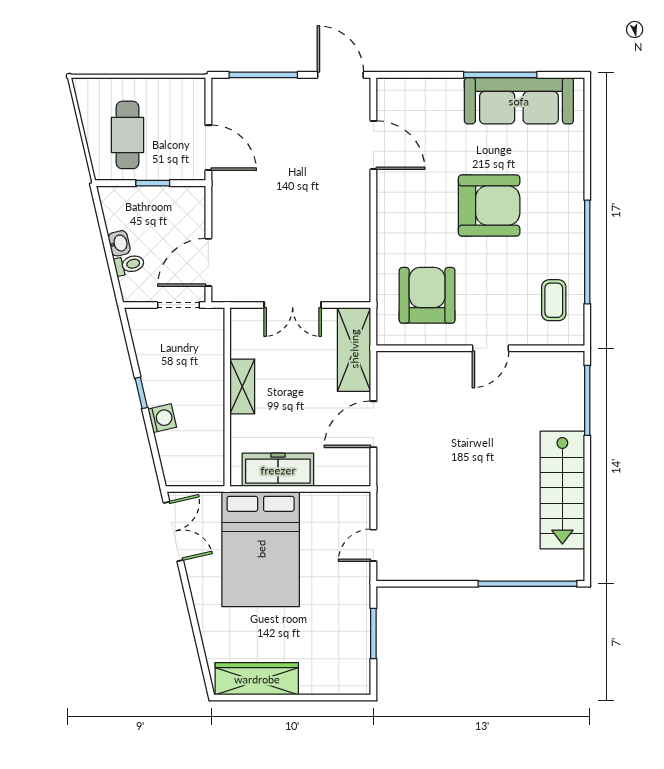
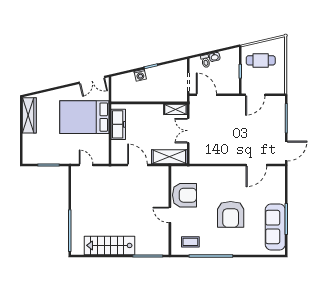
armchair: (427, 295) -> (185, 195), moved
shelving: (242, 386) -> (175, 109), moved

